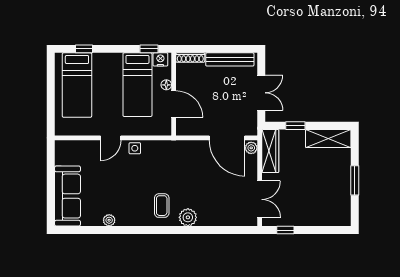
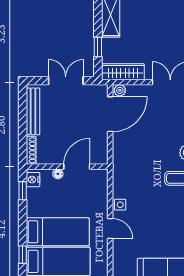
bed: (137, 85) -> (58, 232), moved

